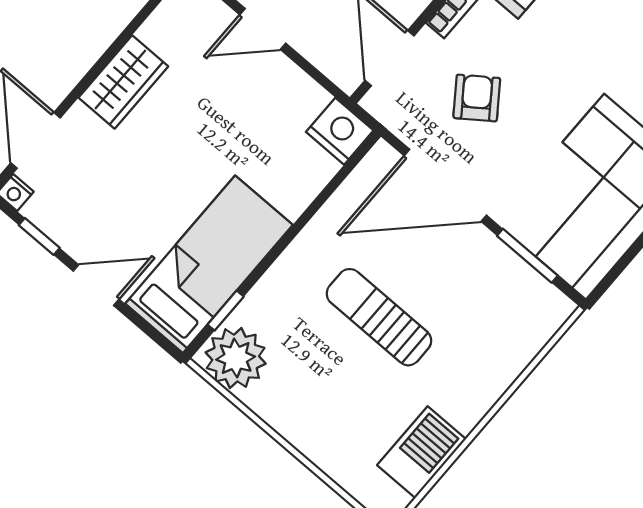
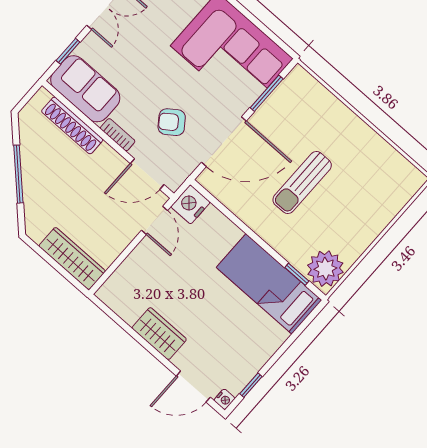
door: (263, 29) -> (154, 220), moved
door: (445, 185) -> (224, 142), hinge flipped
door: (96, 285) -> (281, 352), removed
barbecue: (422, 452) -> (383, 158), removed

